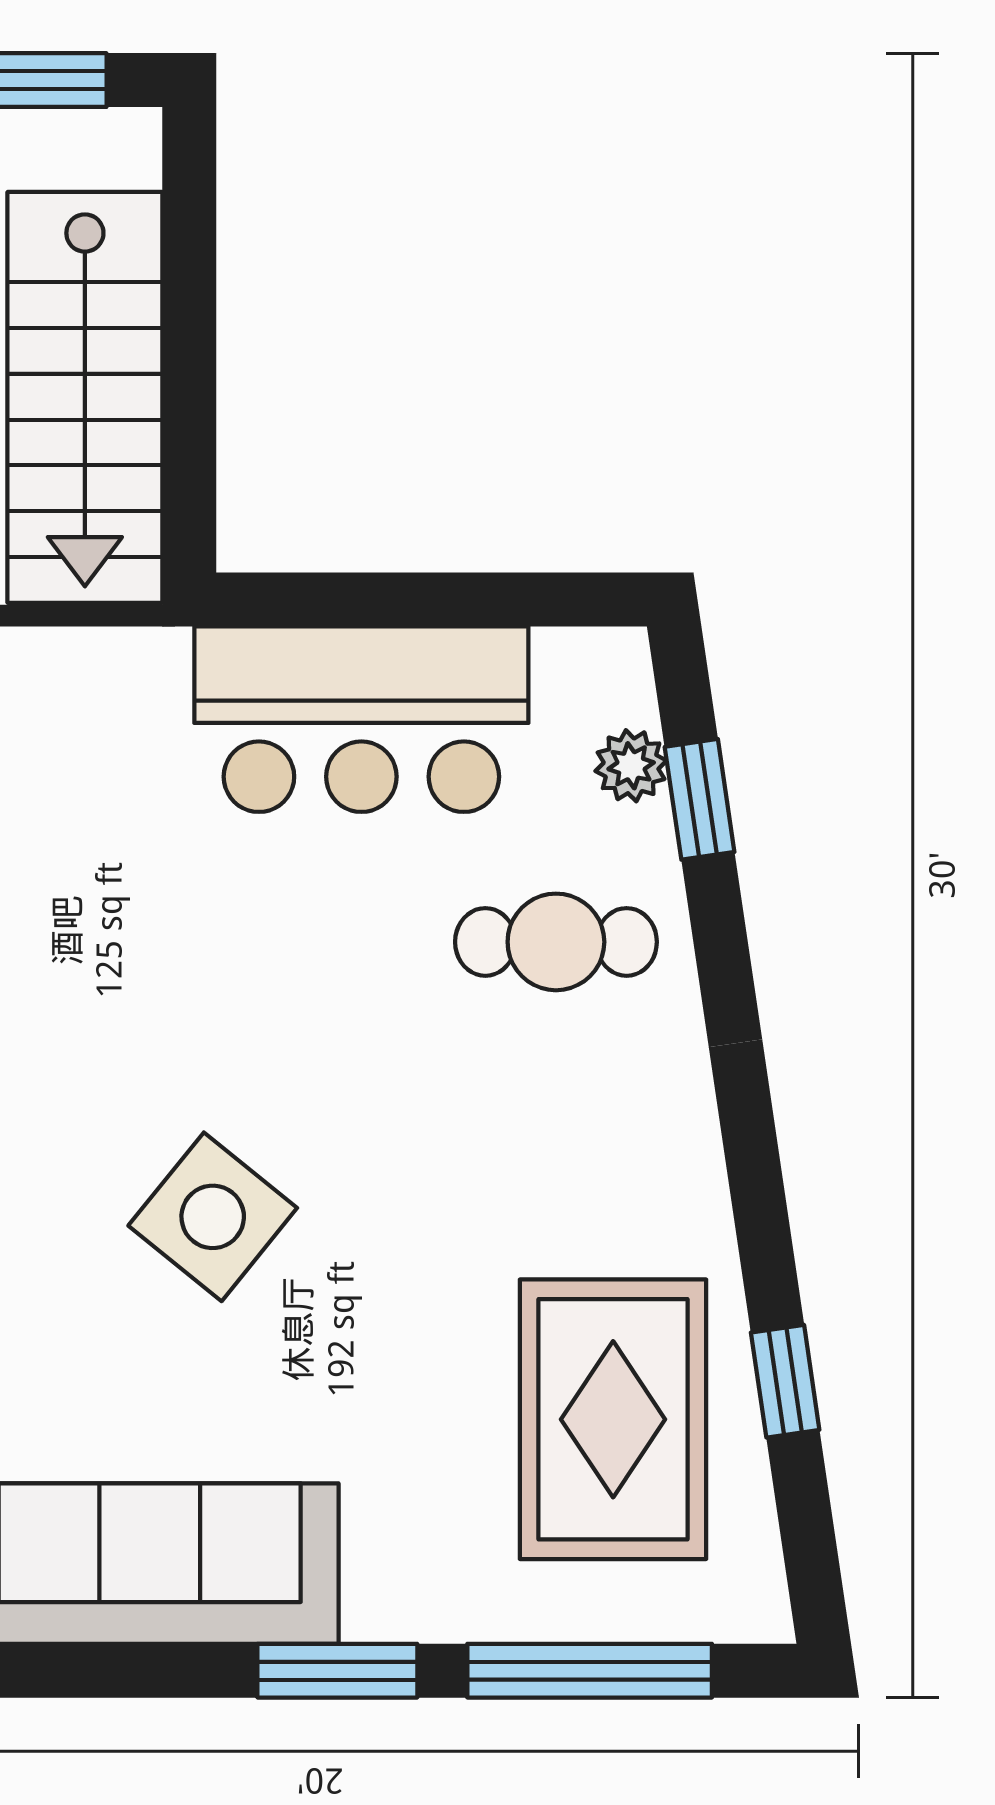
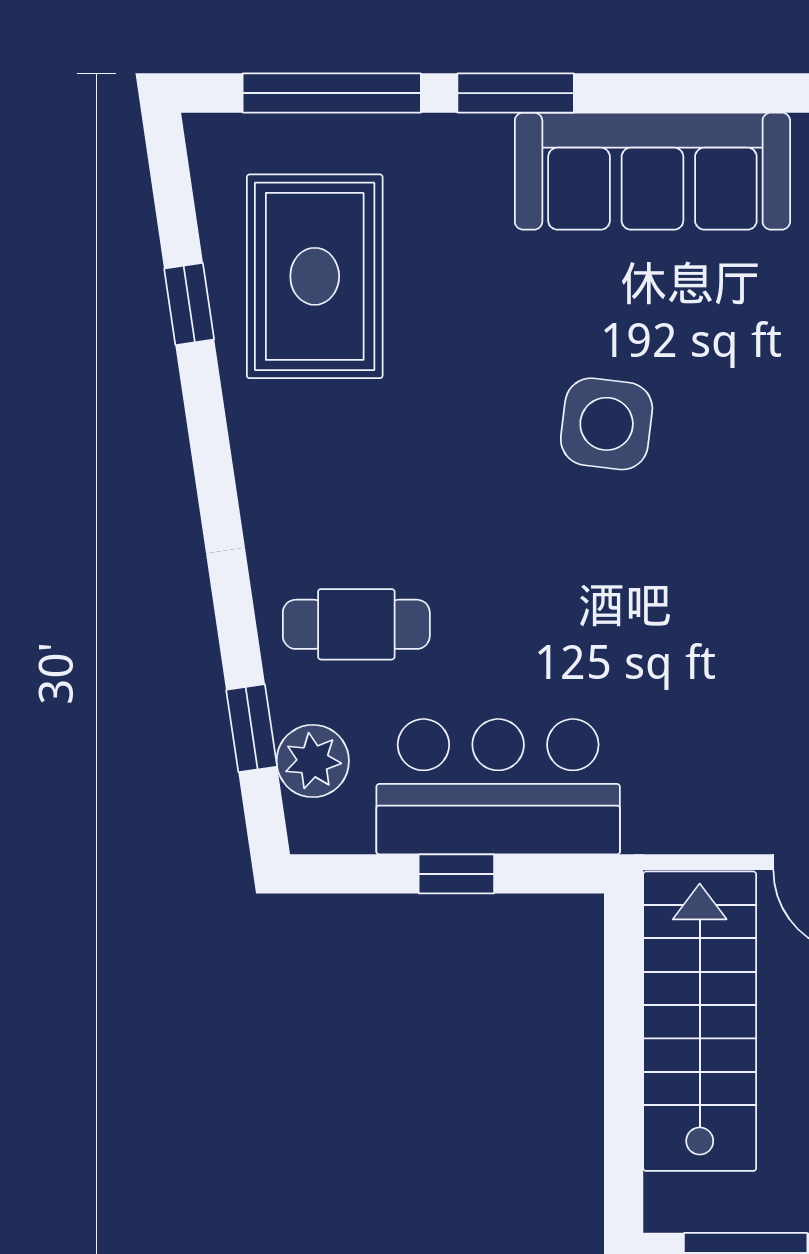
window: (419, 599) -> (456, 874), added
plant: (631, 766) -> (313, 761), width x1.38, depth x1.38
side table: (213, 1217) -> (607, 424), turned -32

